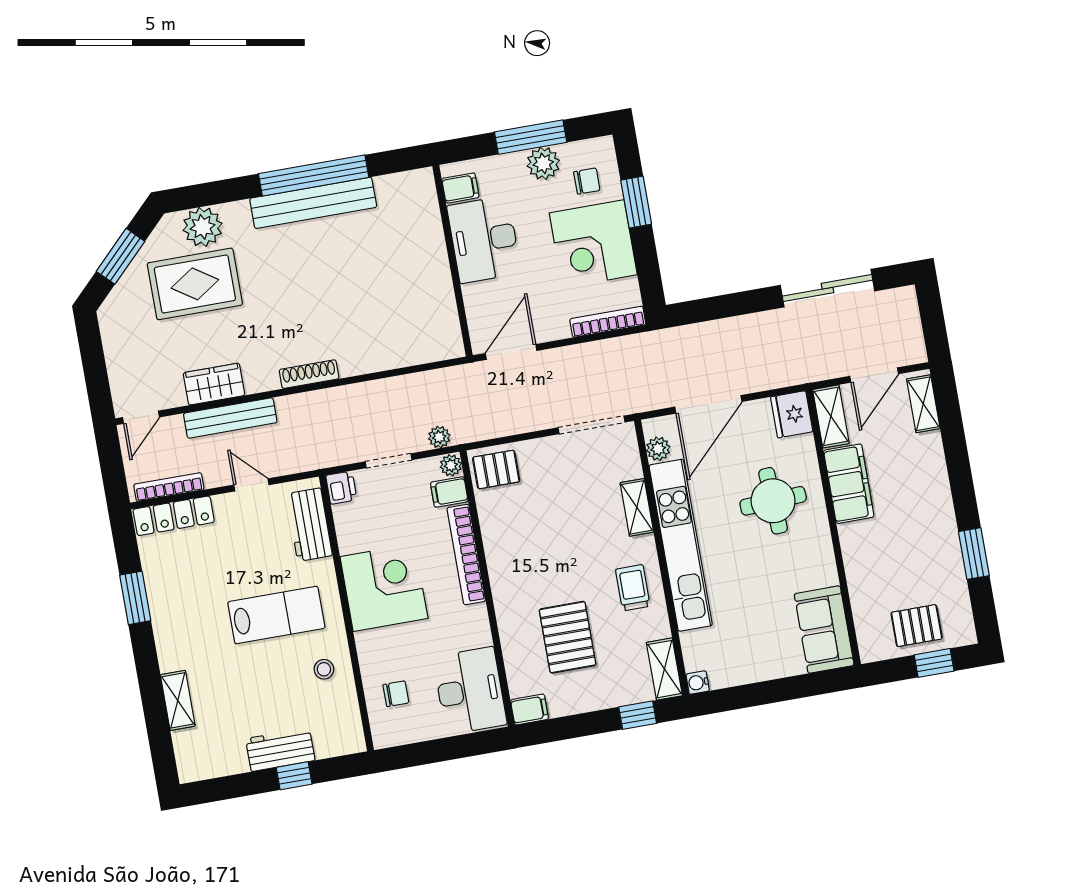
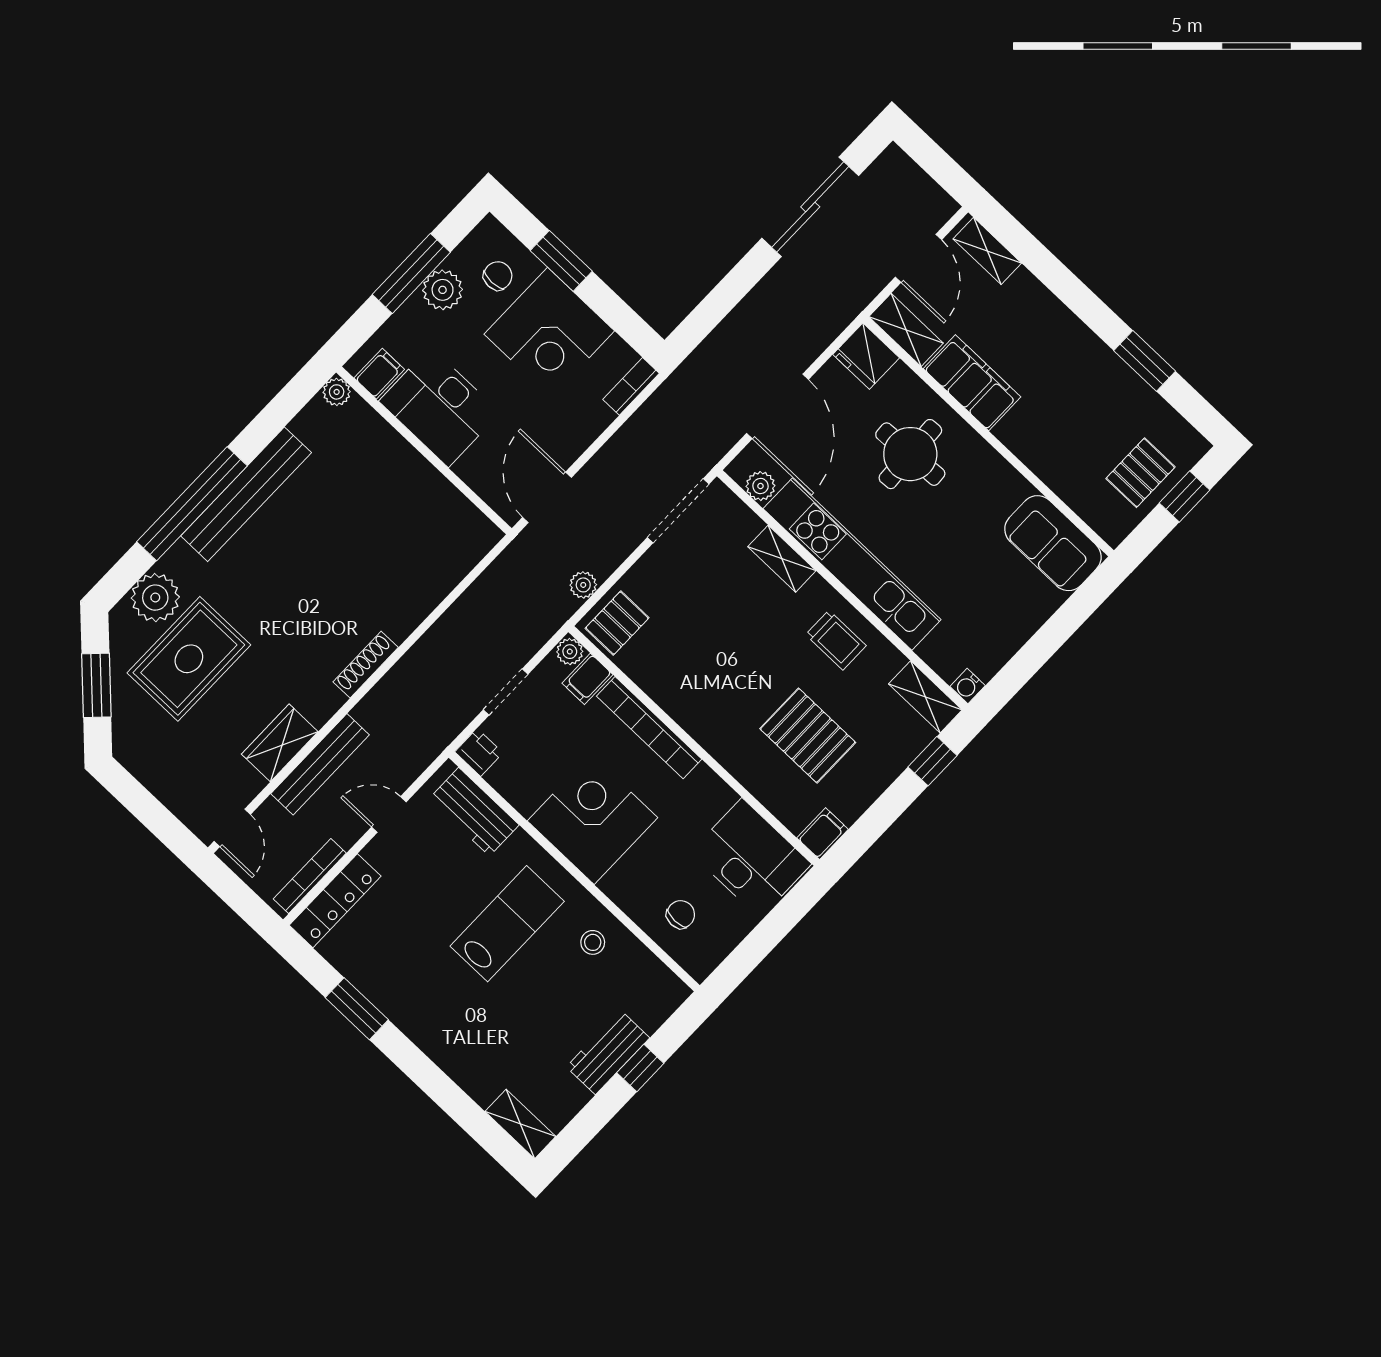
window: (314, 175) -> (192, 504), moved
plant: (423, 179) -> (337, 392), added
bookcase: (608, 322) -> (631, 386), width x0.64
plant: (439, 437) -> (583, 585), moved
trolley: (633, 588) -> (836, 640), turned 180
shelving: (178, 700) -> (520, 1124), moved

